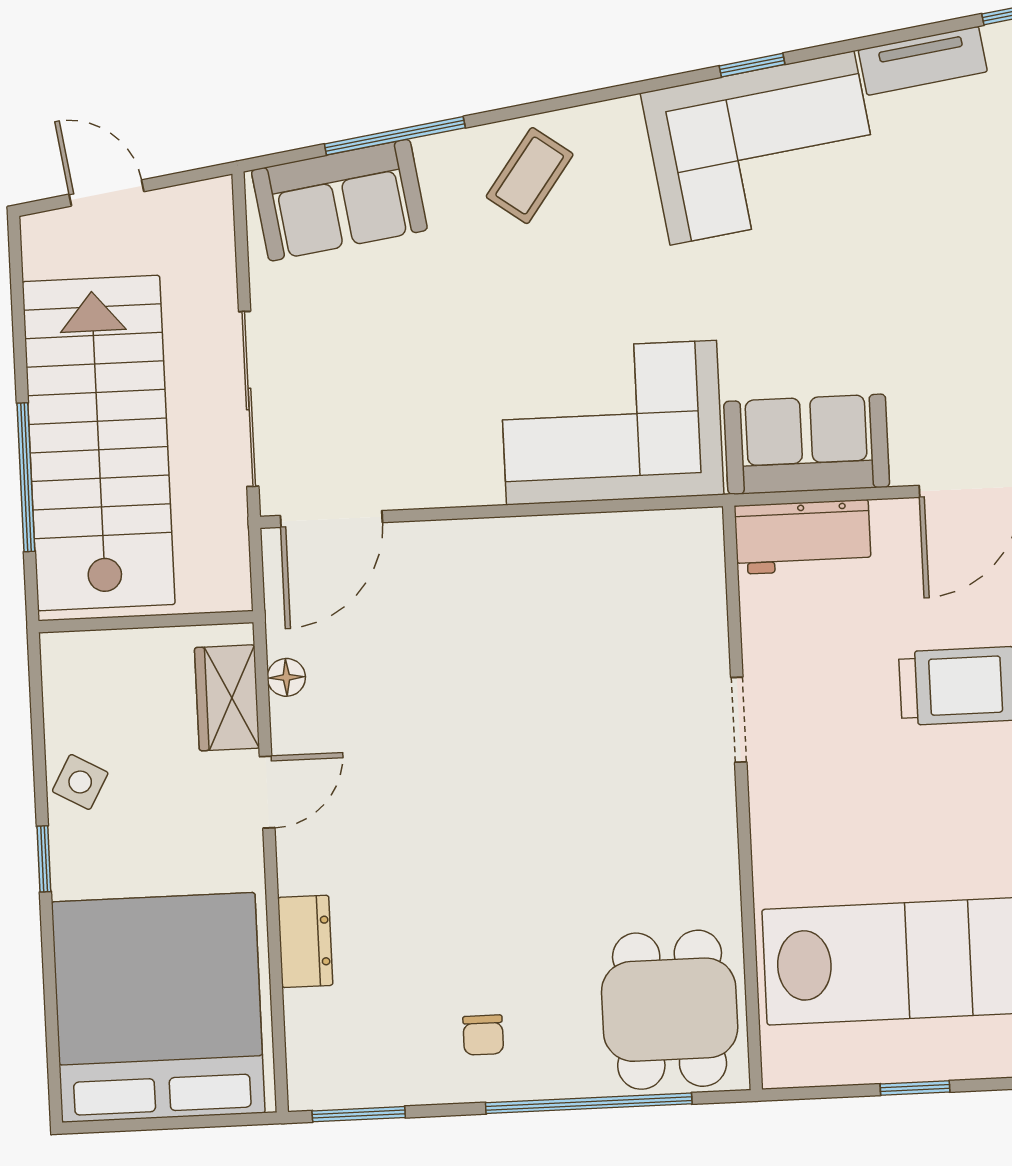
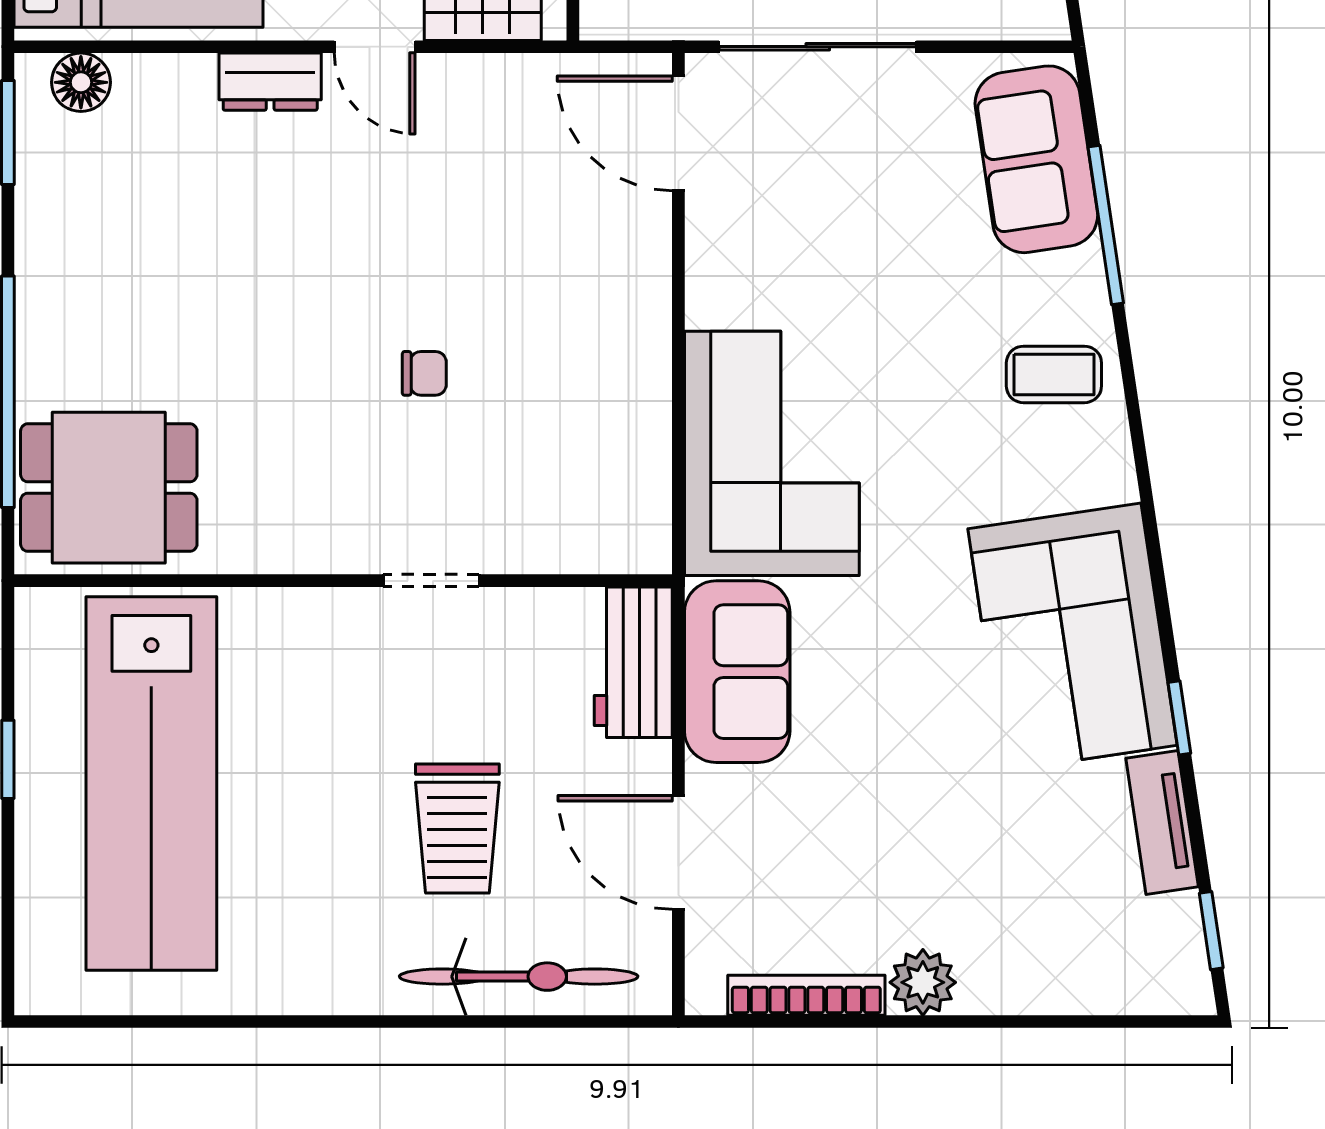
window: (752, 65) -> (1179, 718), moved
coffee table: (530, 176) -> (1054, 374), turned -36
floor lamp: (286, 677) -> (81, 82), moved, width x1.37, depth x1.37
dresser: (305, 941) -> (270, 82), moved
chair: (483, 1035) -> (424, 373), moved, turned 180

